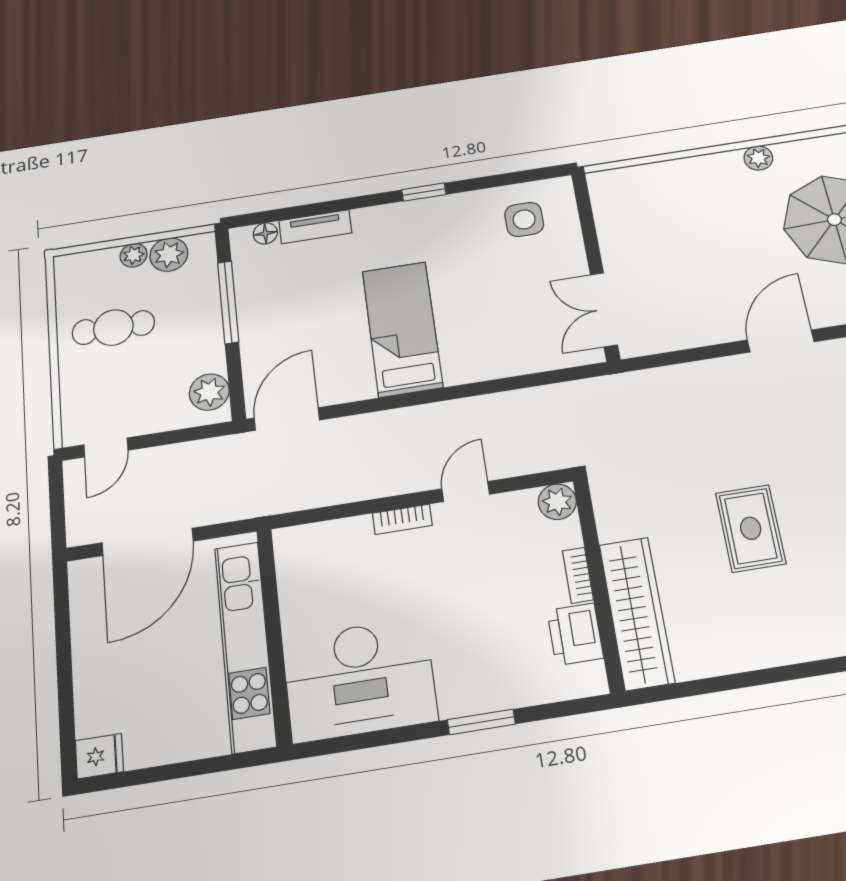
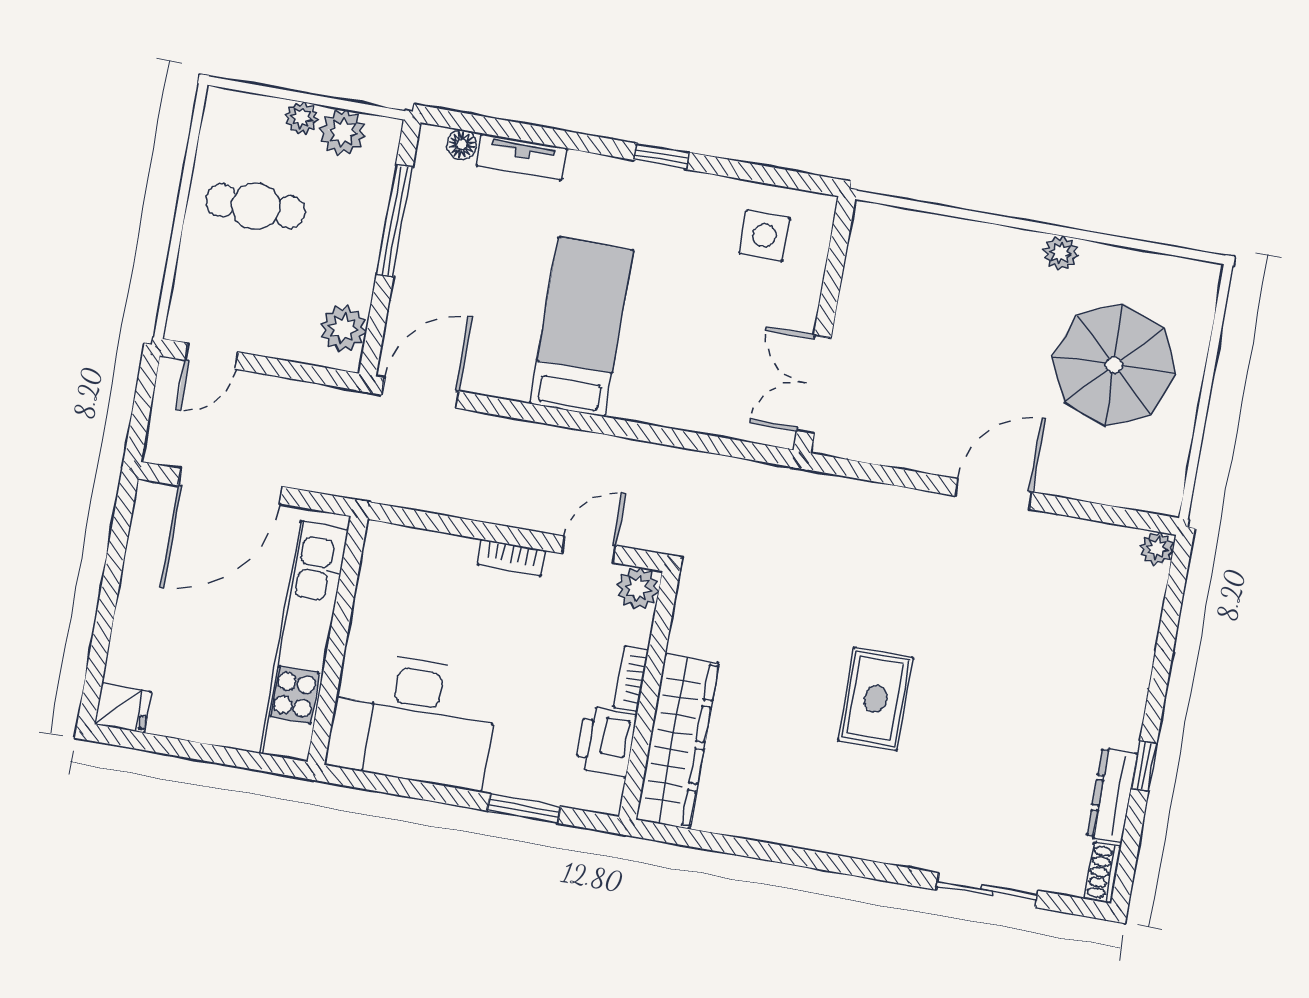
plant: (557, 502) -> (638, 588), moved
bookcase: (578, 575) -> (631, 679), moved
wall: (598, 584) -> (649, 695), moved
wardrobe: (637, 613) -> (677, 741), moved
printer: (575, 634) -> (606, 742), moved

